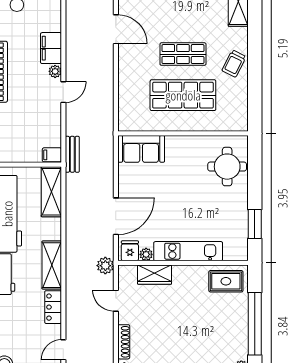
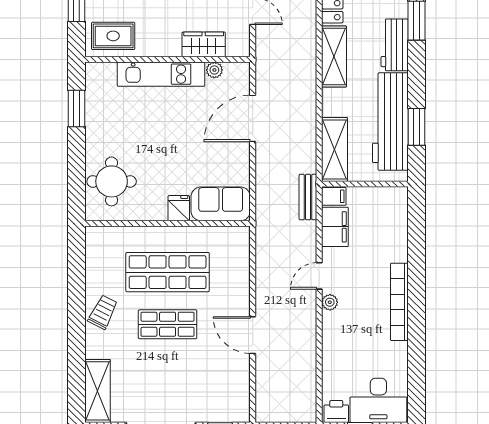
door: (116, 29) -> (253, 335), moved
filing cabinet: (51, 48) -> (335, 227), moved
fridge: (130, 251) -> (179, 208), moved, turned 180
plant: (105, 266) -> (266, 56), removed

